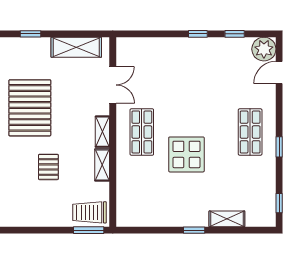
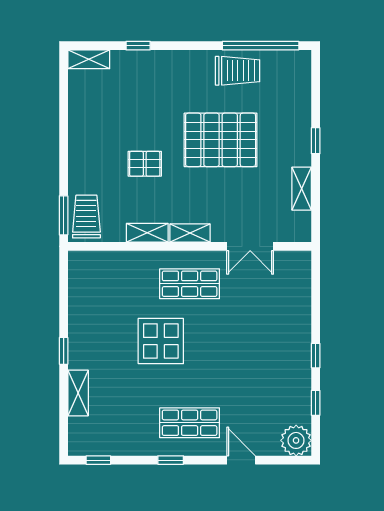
shelving: (76, 47) -> (302, 189), width x0.67, depth x0.75
door: (279, 72) -> (241, 460), moved

